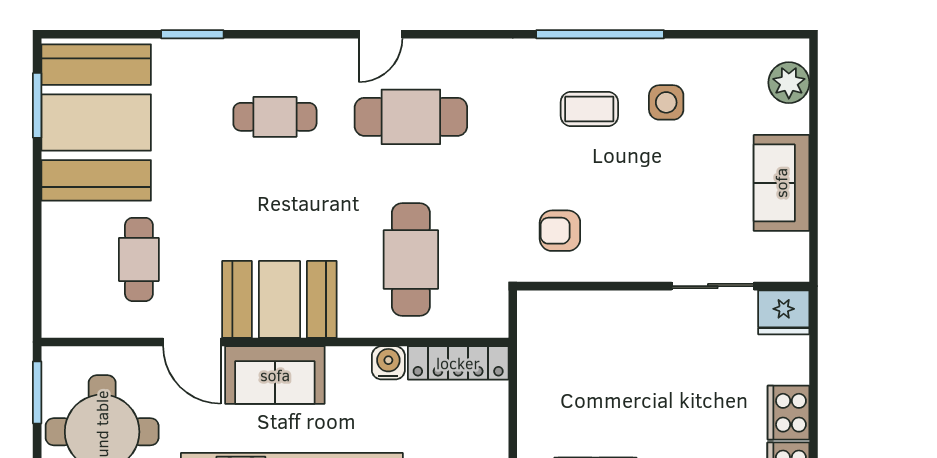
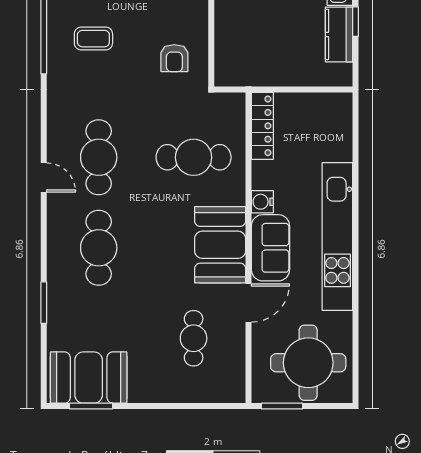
coffee table: (589, 109) -> (93, 39), turned 90
cafe table: (275, 117) -> (99, 248), width x1.37, depth x1.35
booth: (96, 123) -> (89, 378), width x0.73, depth x0.70
cafe table: (139, 259) -> (194, 338), turned 90
water cooler: (388, 363) -> (262, 202), moved

